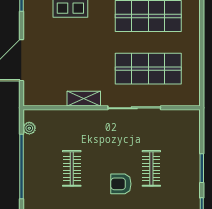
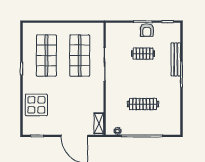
shelving: (84, 99) -> (99, 123), moved
clothes rail: (72, 168) -> (143, 104), width x1.36
armchair: (121, 184) -> (147, 30), moved

